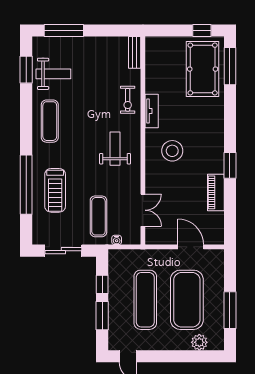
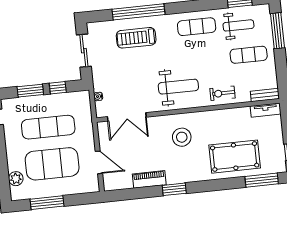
pool table: (203, 69) -> (235, 157), moved
weight bench: (53, 74) -> (238, 25), turned -90
tv unit: (152, 111) -> (266, 110), moved
weight bench: (115, 149) -> (178, 87), width x1.36, depth x1.33
double door: (143, 210) -> (127, 117), width x1.37
exercise mat: (98, 216) -> (249, 55), moved
door: (191, 247) -> (99, 162), hinge flipped

